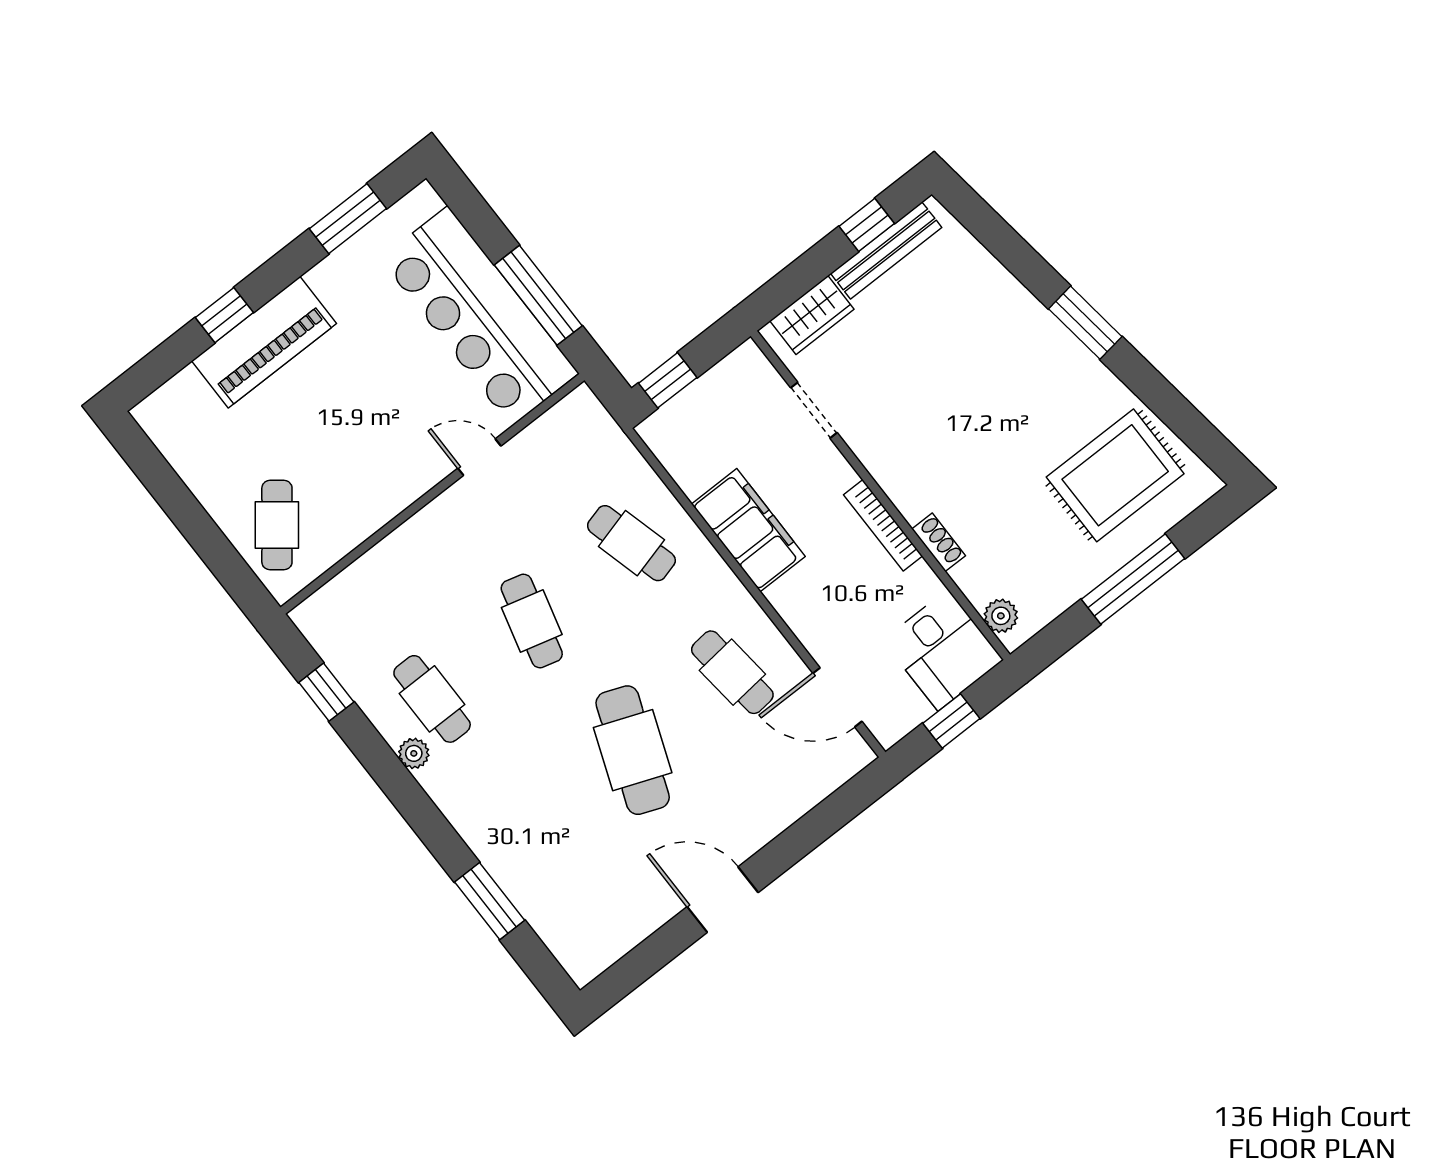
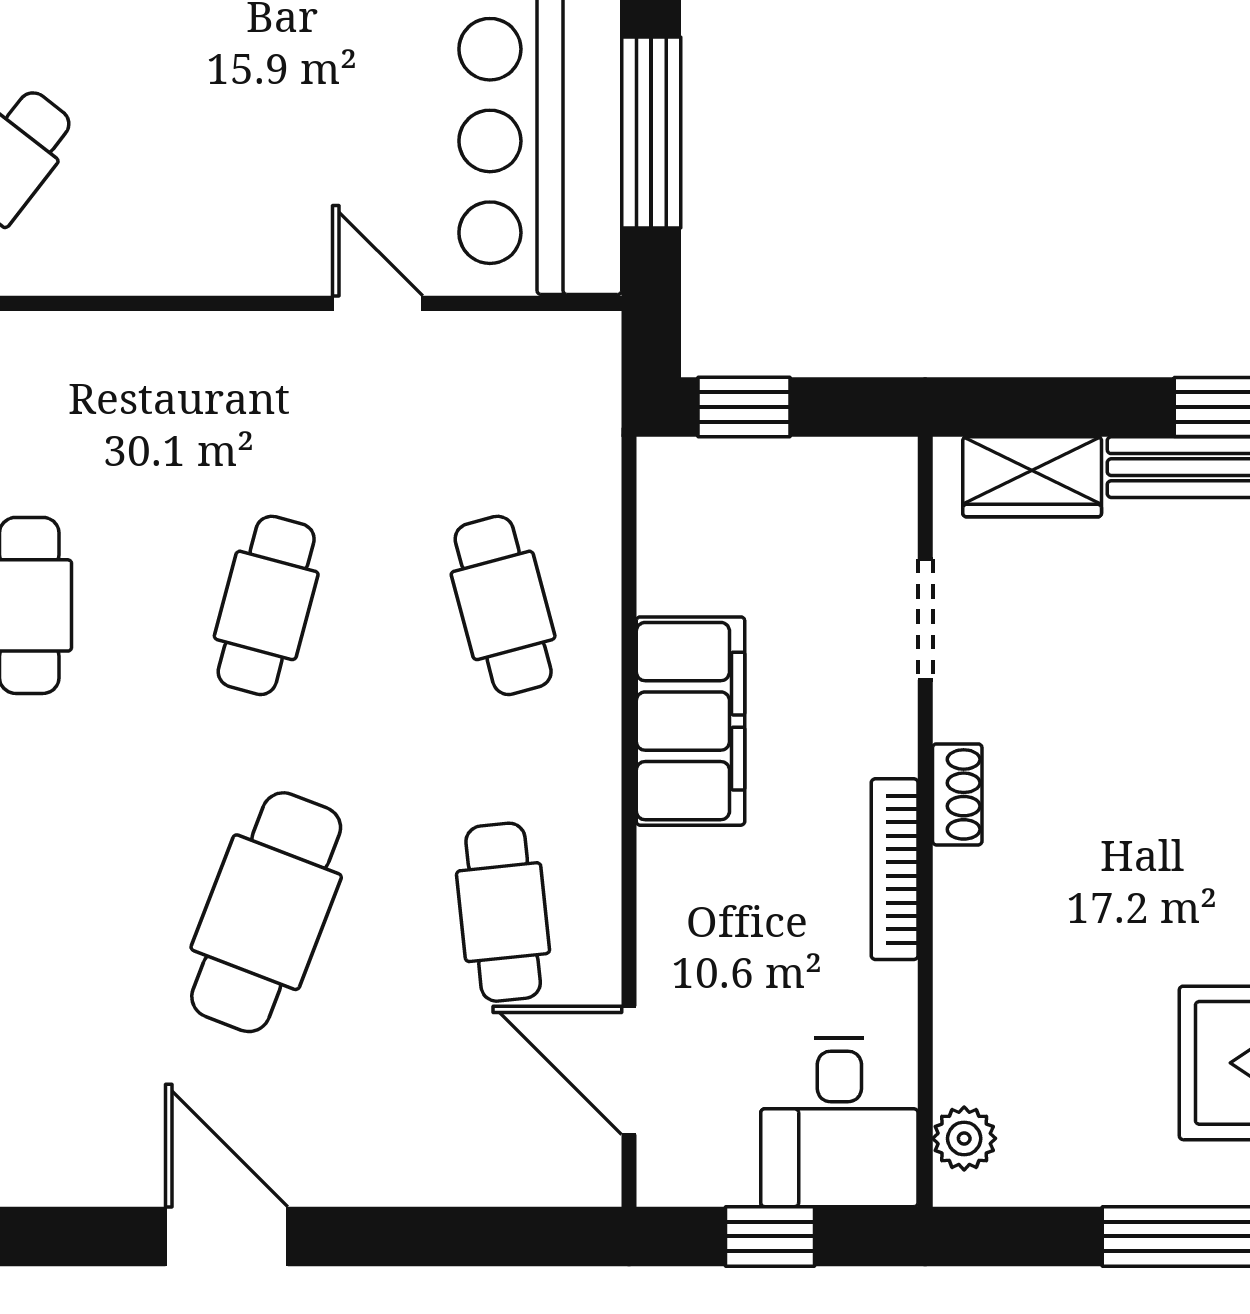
shoe rack: (939, 542) -> (957, 794), moved

